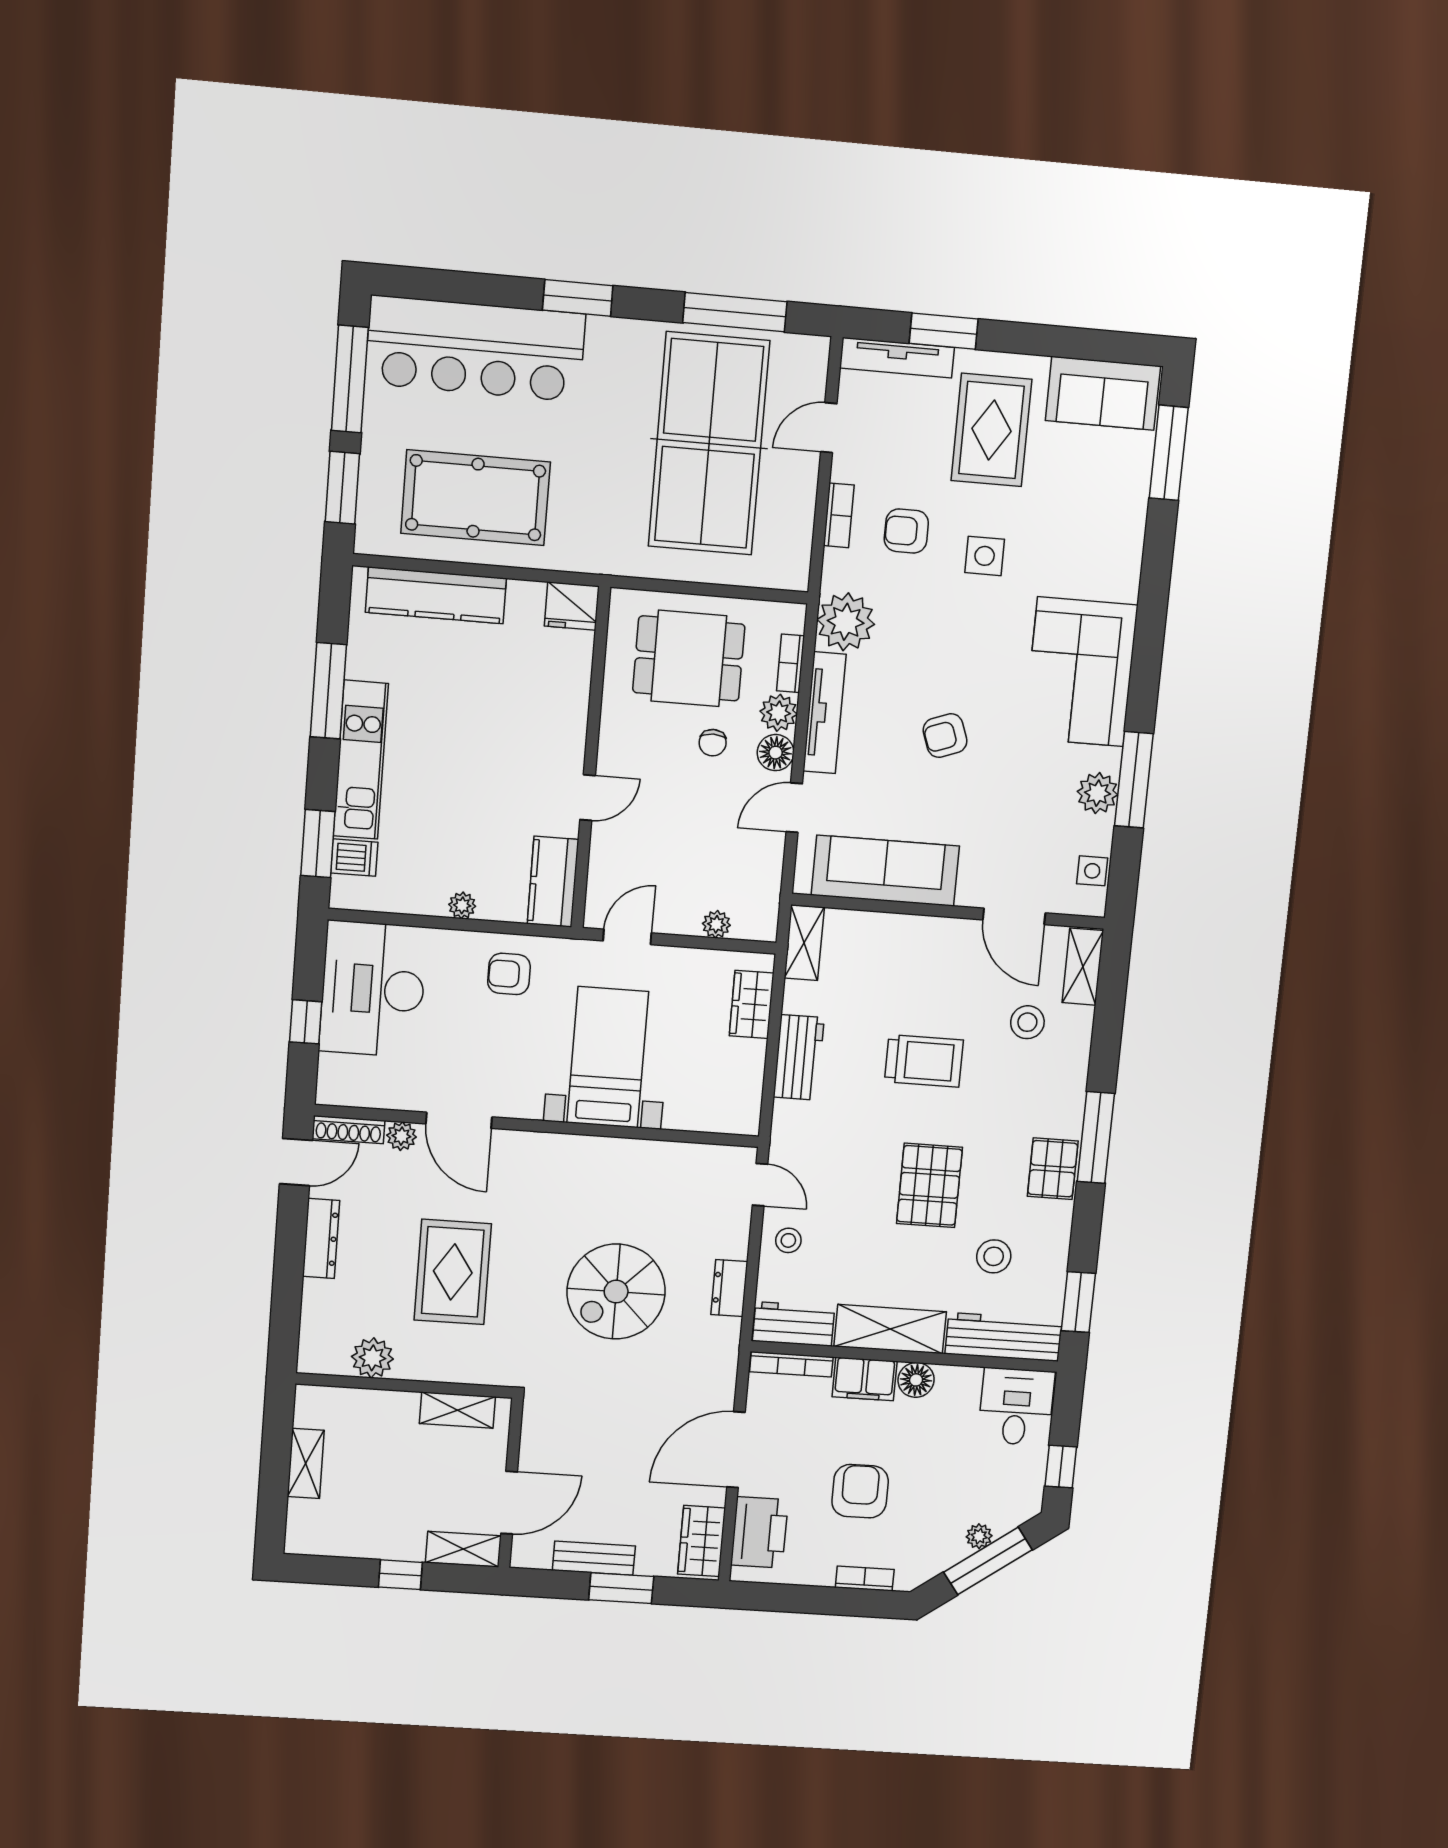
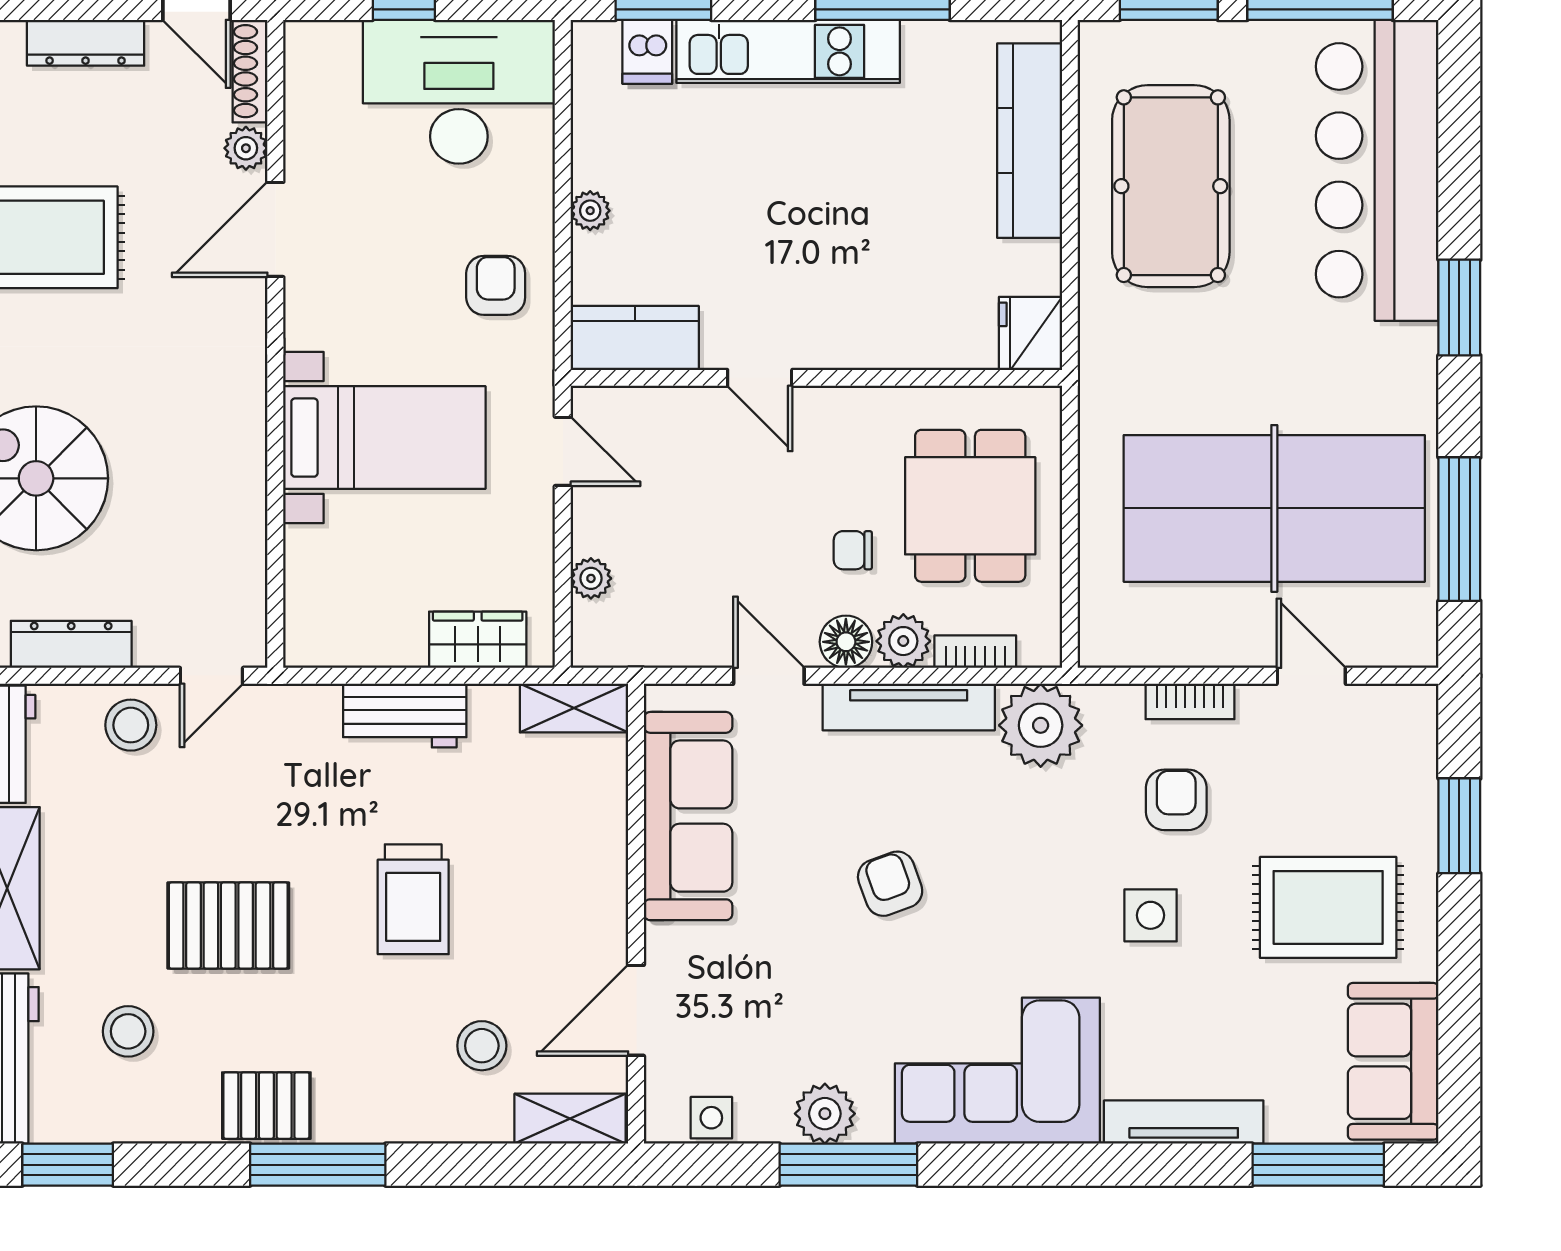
tv unit: (897, 358) -> (1184, 1122), moved, turned 90
stool: (788, 1240) -> (131, 725), width x1.37, depth x1.37
dresser: (729, 1288) -> (71, 644), width x1.44

